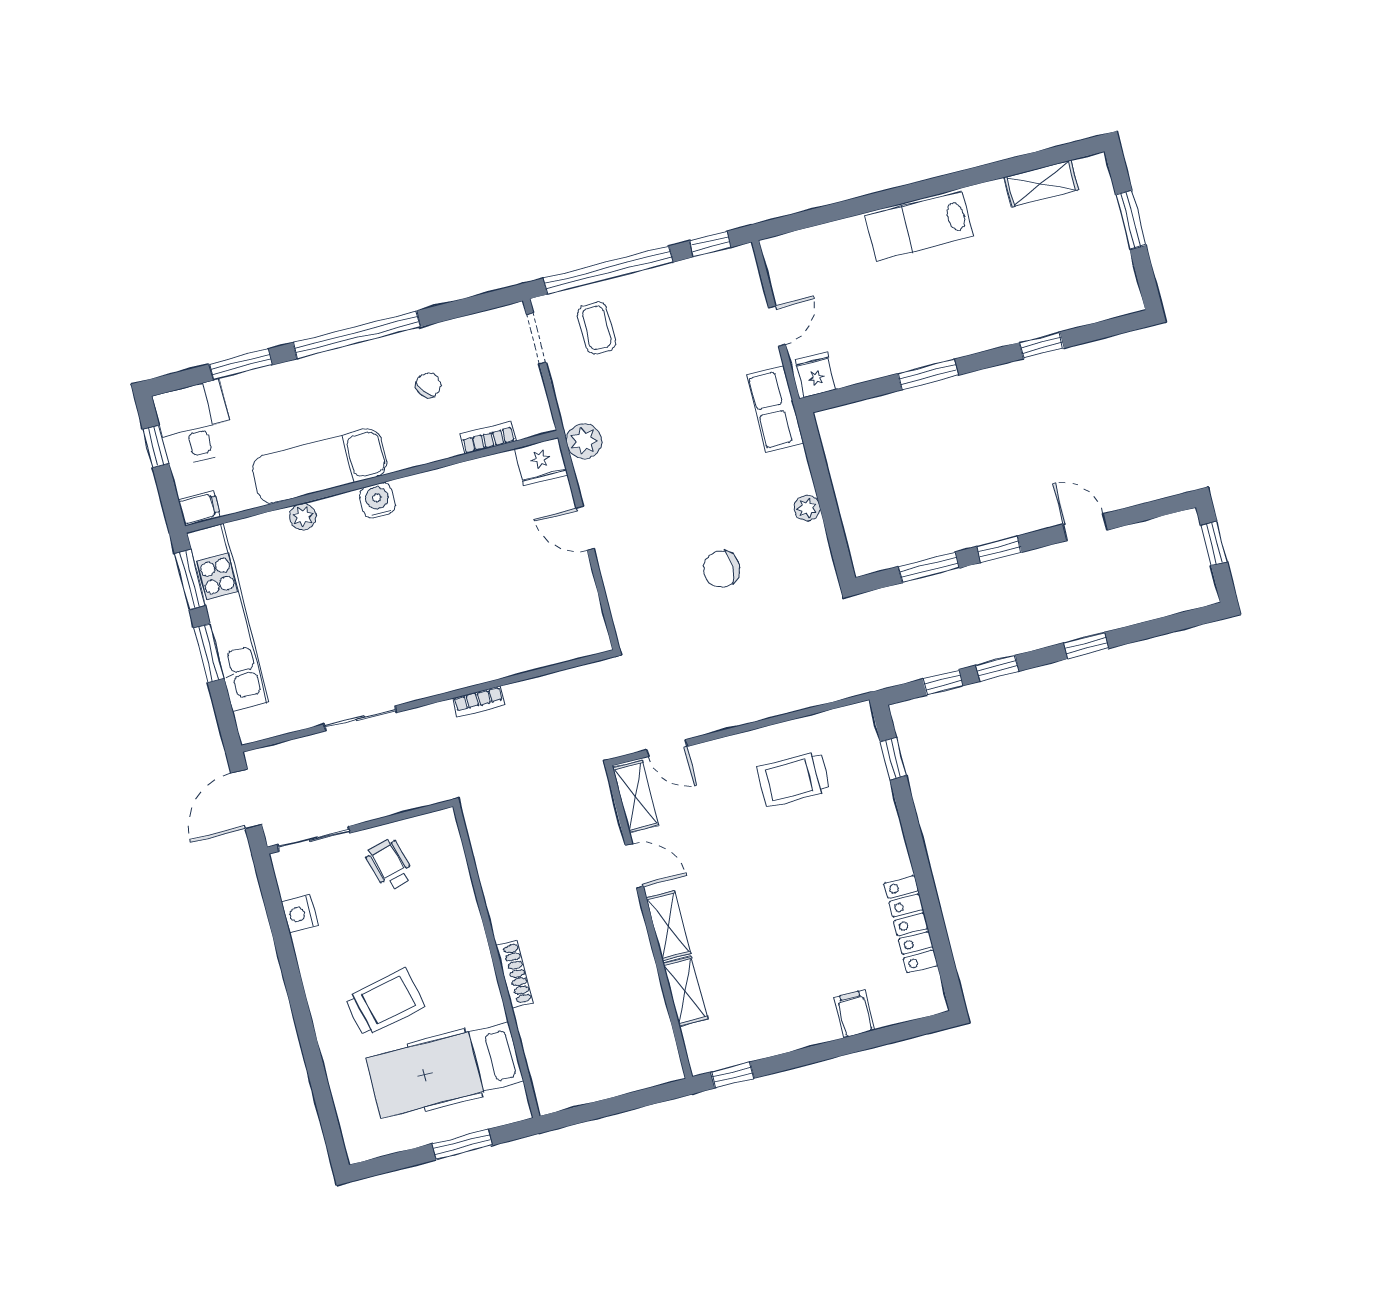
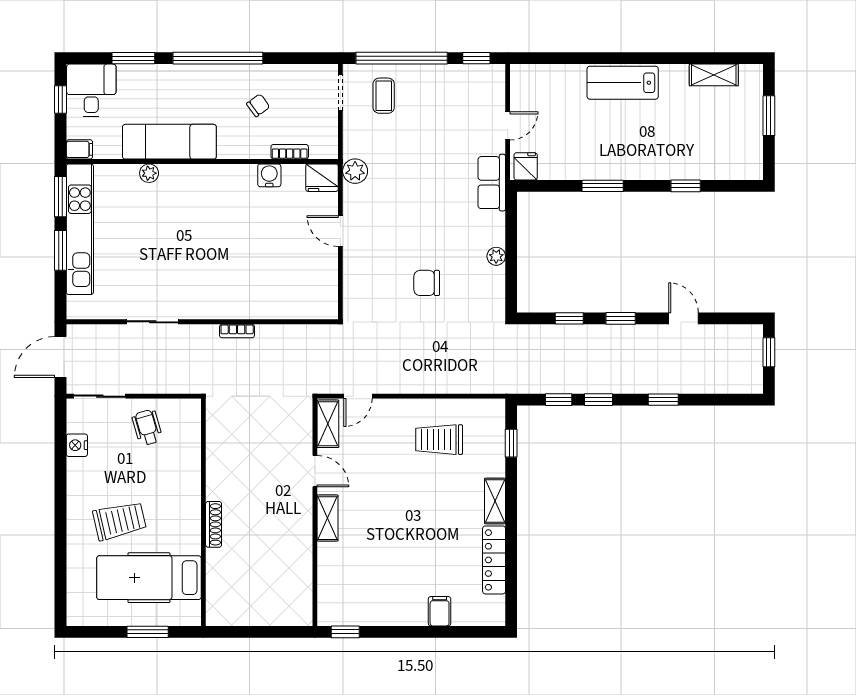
water cooler: (377, 500) -> (269, 175), moved
window: (929, 567) -> (569, 318), width x0.67
door: (667, 748) -> (358, 396), hinge flipped
shelving: (685, 991) -> (495, 501), moved

